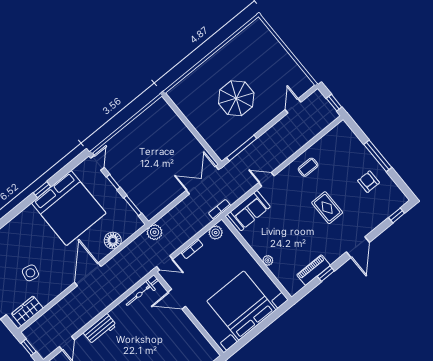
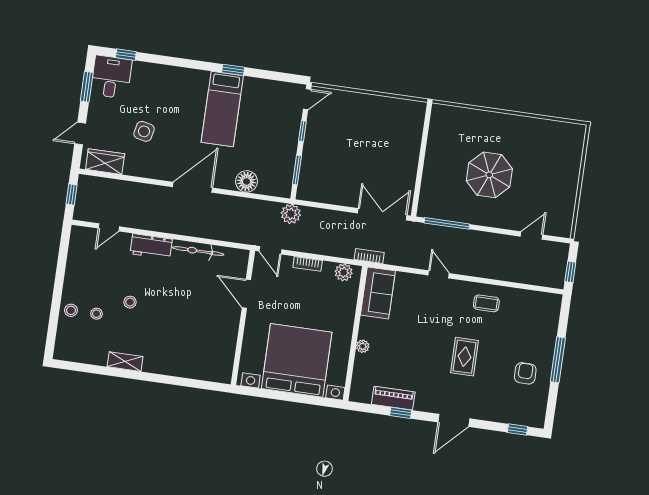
bed: (69, 208) -> (222, 109), width x0.49
sofa: (249, 211) -> (378, 293), moved, turned -90
bicycle: (142, 292) -> (198, 251), moved

